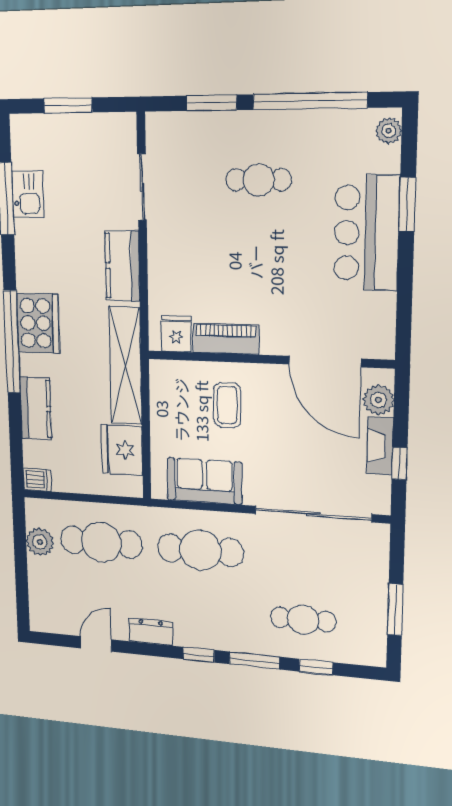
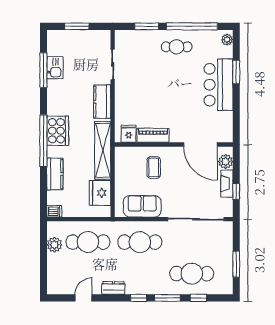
cafe table: (259, 180) -> (177, 47), moved
cafe table: (303, 620) -> (192, 274), width x1.37, depth x1.35

